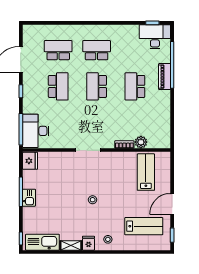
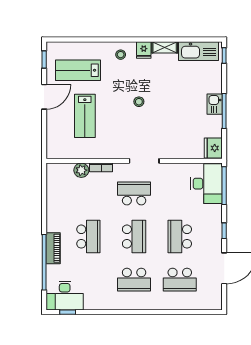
school desk: (97, 123) -> (134, 193), added
lab bench: (146, 172) -> (85, 116), moved

